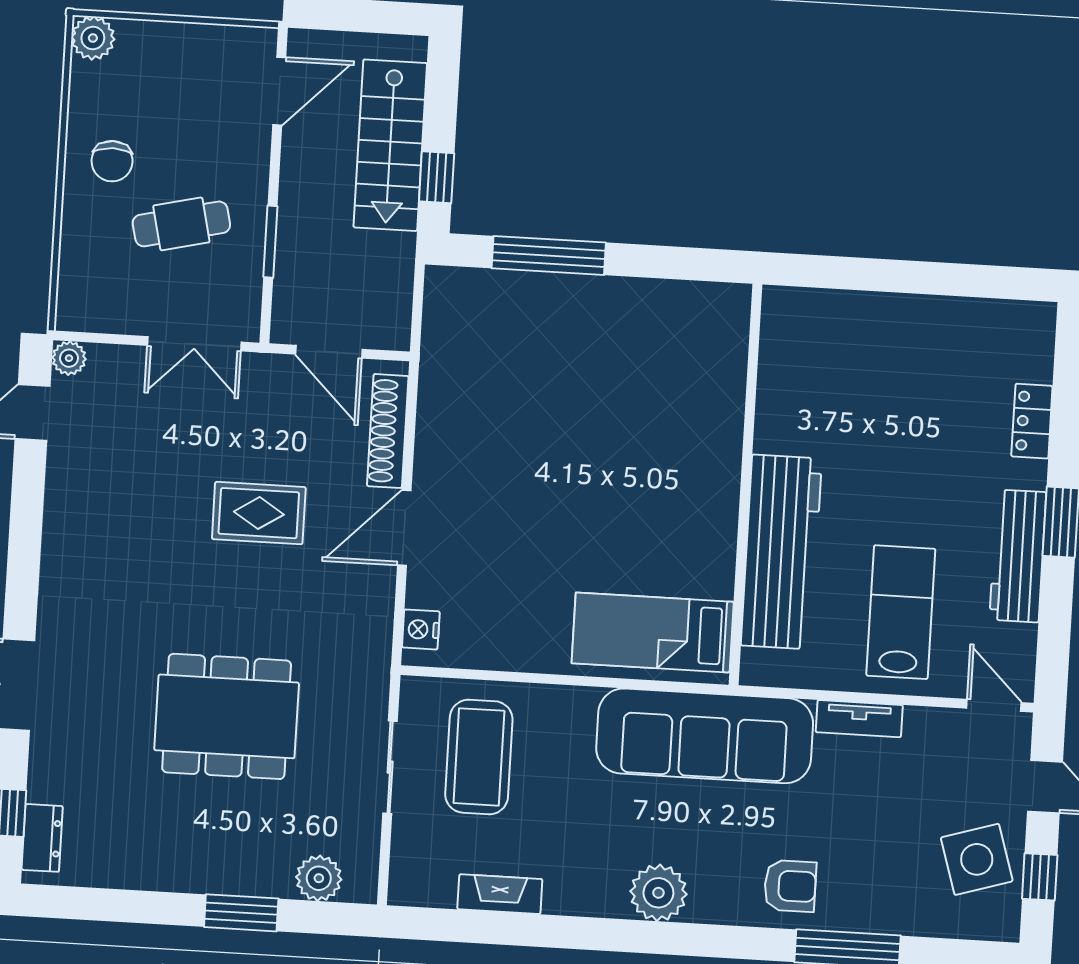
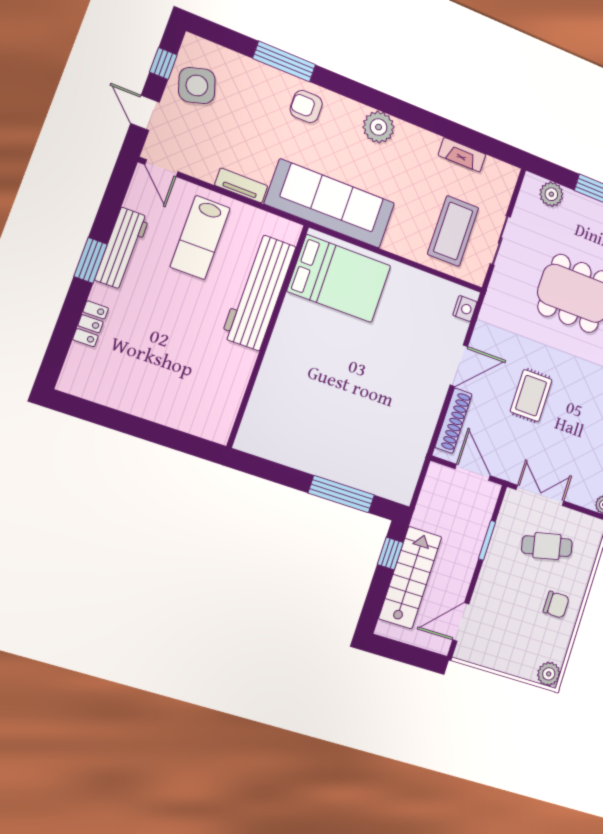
chair: (112, 161) -> (556, 605), turned 90
cafe table: (181, 224) -> (547, 546), moved
rug: (259, 513) -> (531, 396), turned 90
bed: (653, 632) -> (339, 279), width x1.50

